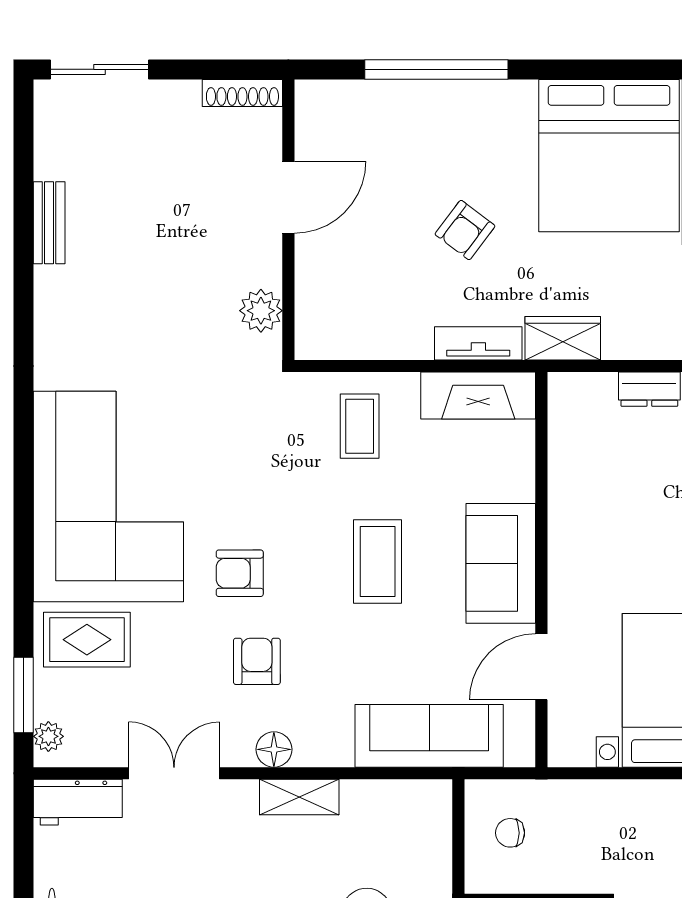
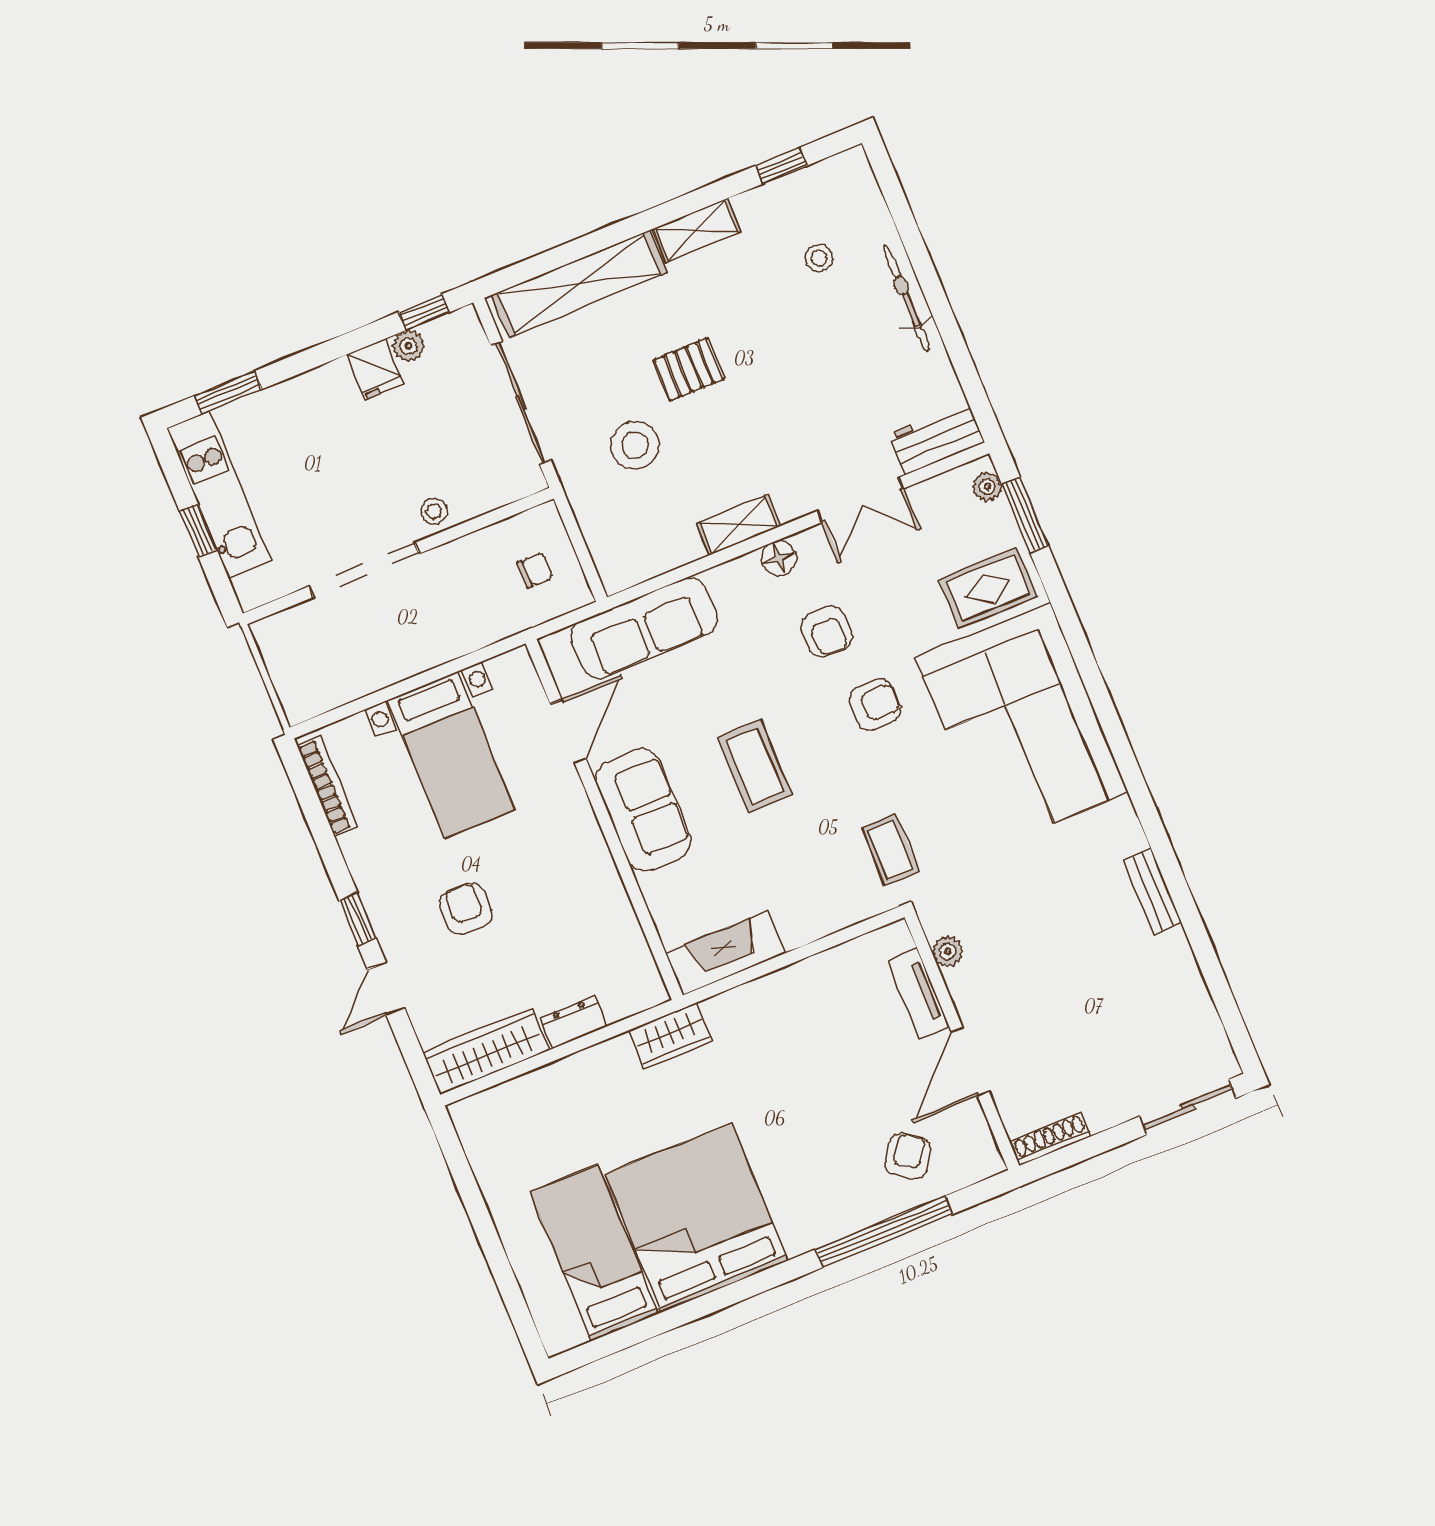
bench: (49, 223) -> (1152, 891), moved
armchair: (465, 230) -> (908, 1156), moved
plant: (261, 311) -> (948, 951), width x0.73, depth x0.73
tv unit: (478, 343) -> (918, 994), moved, turned 90
coffee table: (360, 426) -> (890, 850), moved

